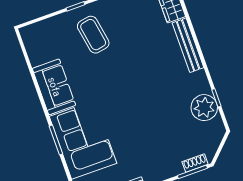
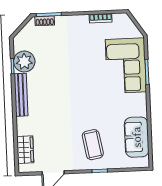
bench: (188, 45) -> (21, 95), moved
sofa: (54, 87) -> (137, 137), moved

